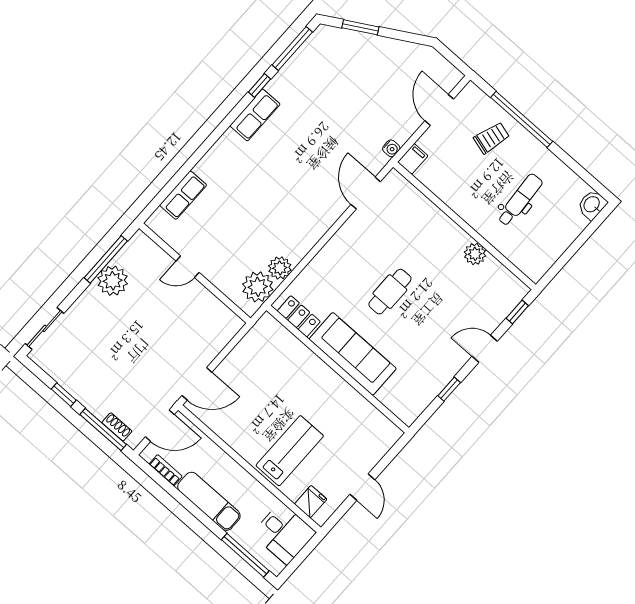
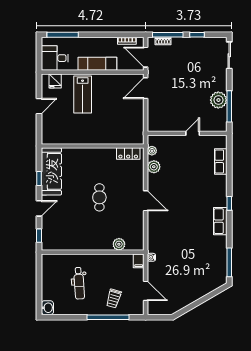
window: (360, 27) -> (209, 296), removed
window: (260, 86) -> (229, 203), moved
door: (366, 193) -> (146, 201), moved
plant: (475, 254) -> (119, 244), moved
plant: (258, 287) -> (152, 151), width x0.53, depth x0.53
sofa: (353, 354) -> (51, 171), moved, turned -90
door: (160, 426) -> (146, 57), hinge flipped
door: (362, 487) -> (39, 106), swing flipped
exam couch: (209, 501) -> (97, 64), moved, turned 180

